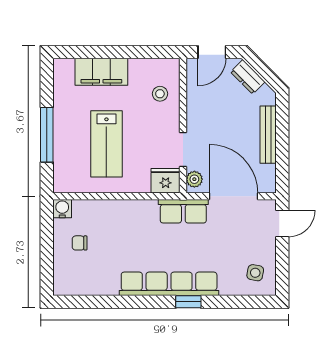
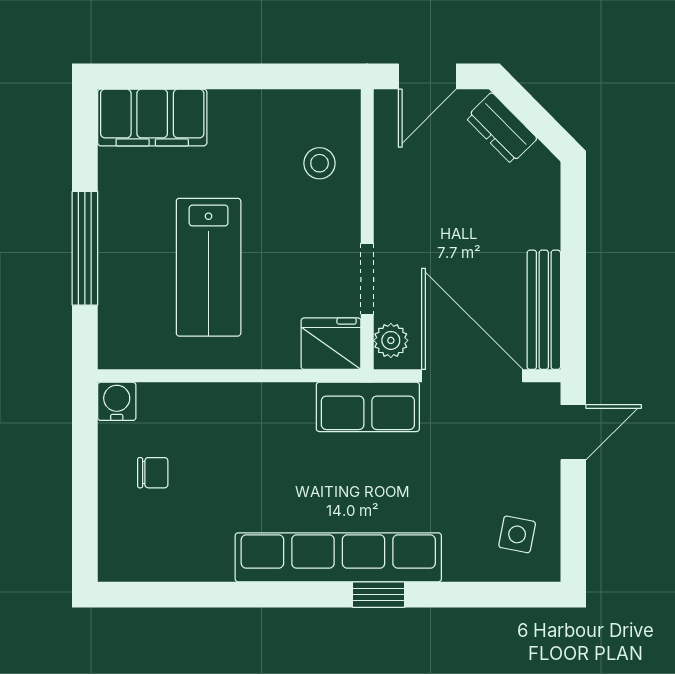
filing cabinet: (101, 72) -> (152, 117), moved
bench: (268, 135) -> (544, 310), moved
chair: (80, 243) -> (153, 473), turned 180

